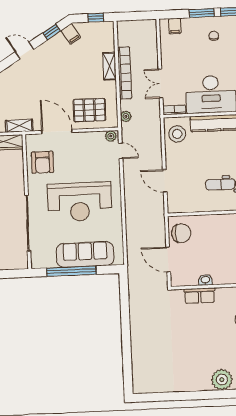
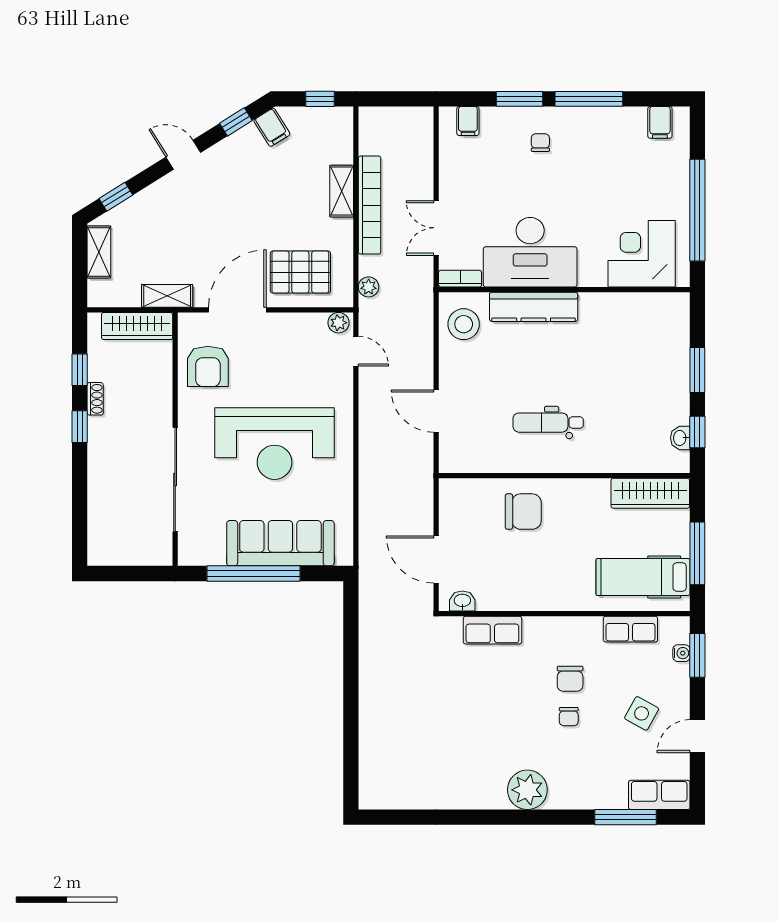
door: (57, 132) -> (237, 310), hinge flipped
chair: (181, 233) -> (523, 512), moved
washbasin: (205, 280) -> (462, 601), moved

